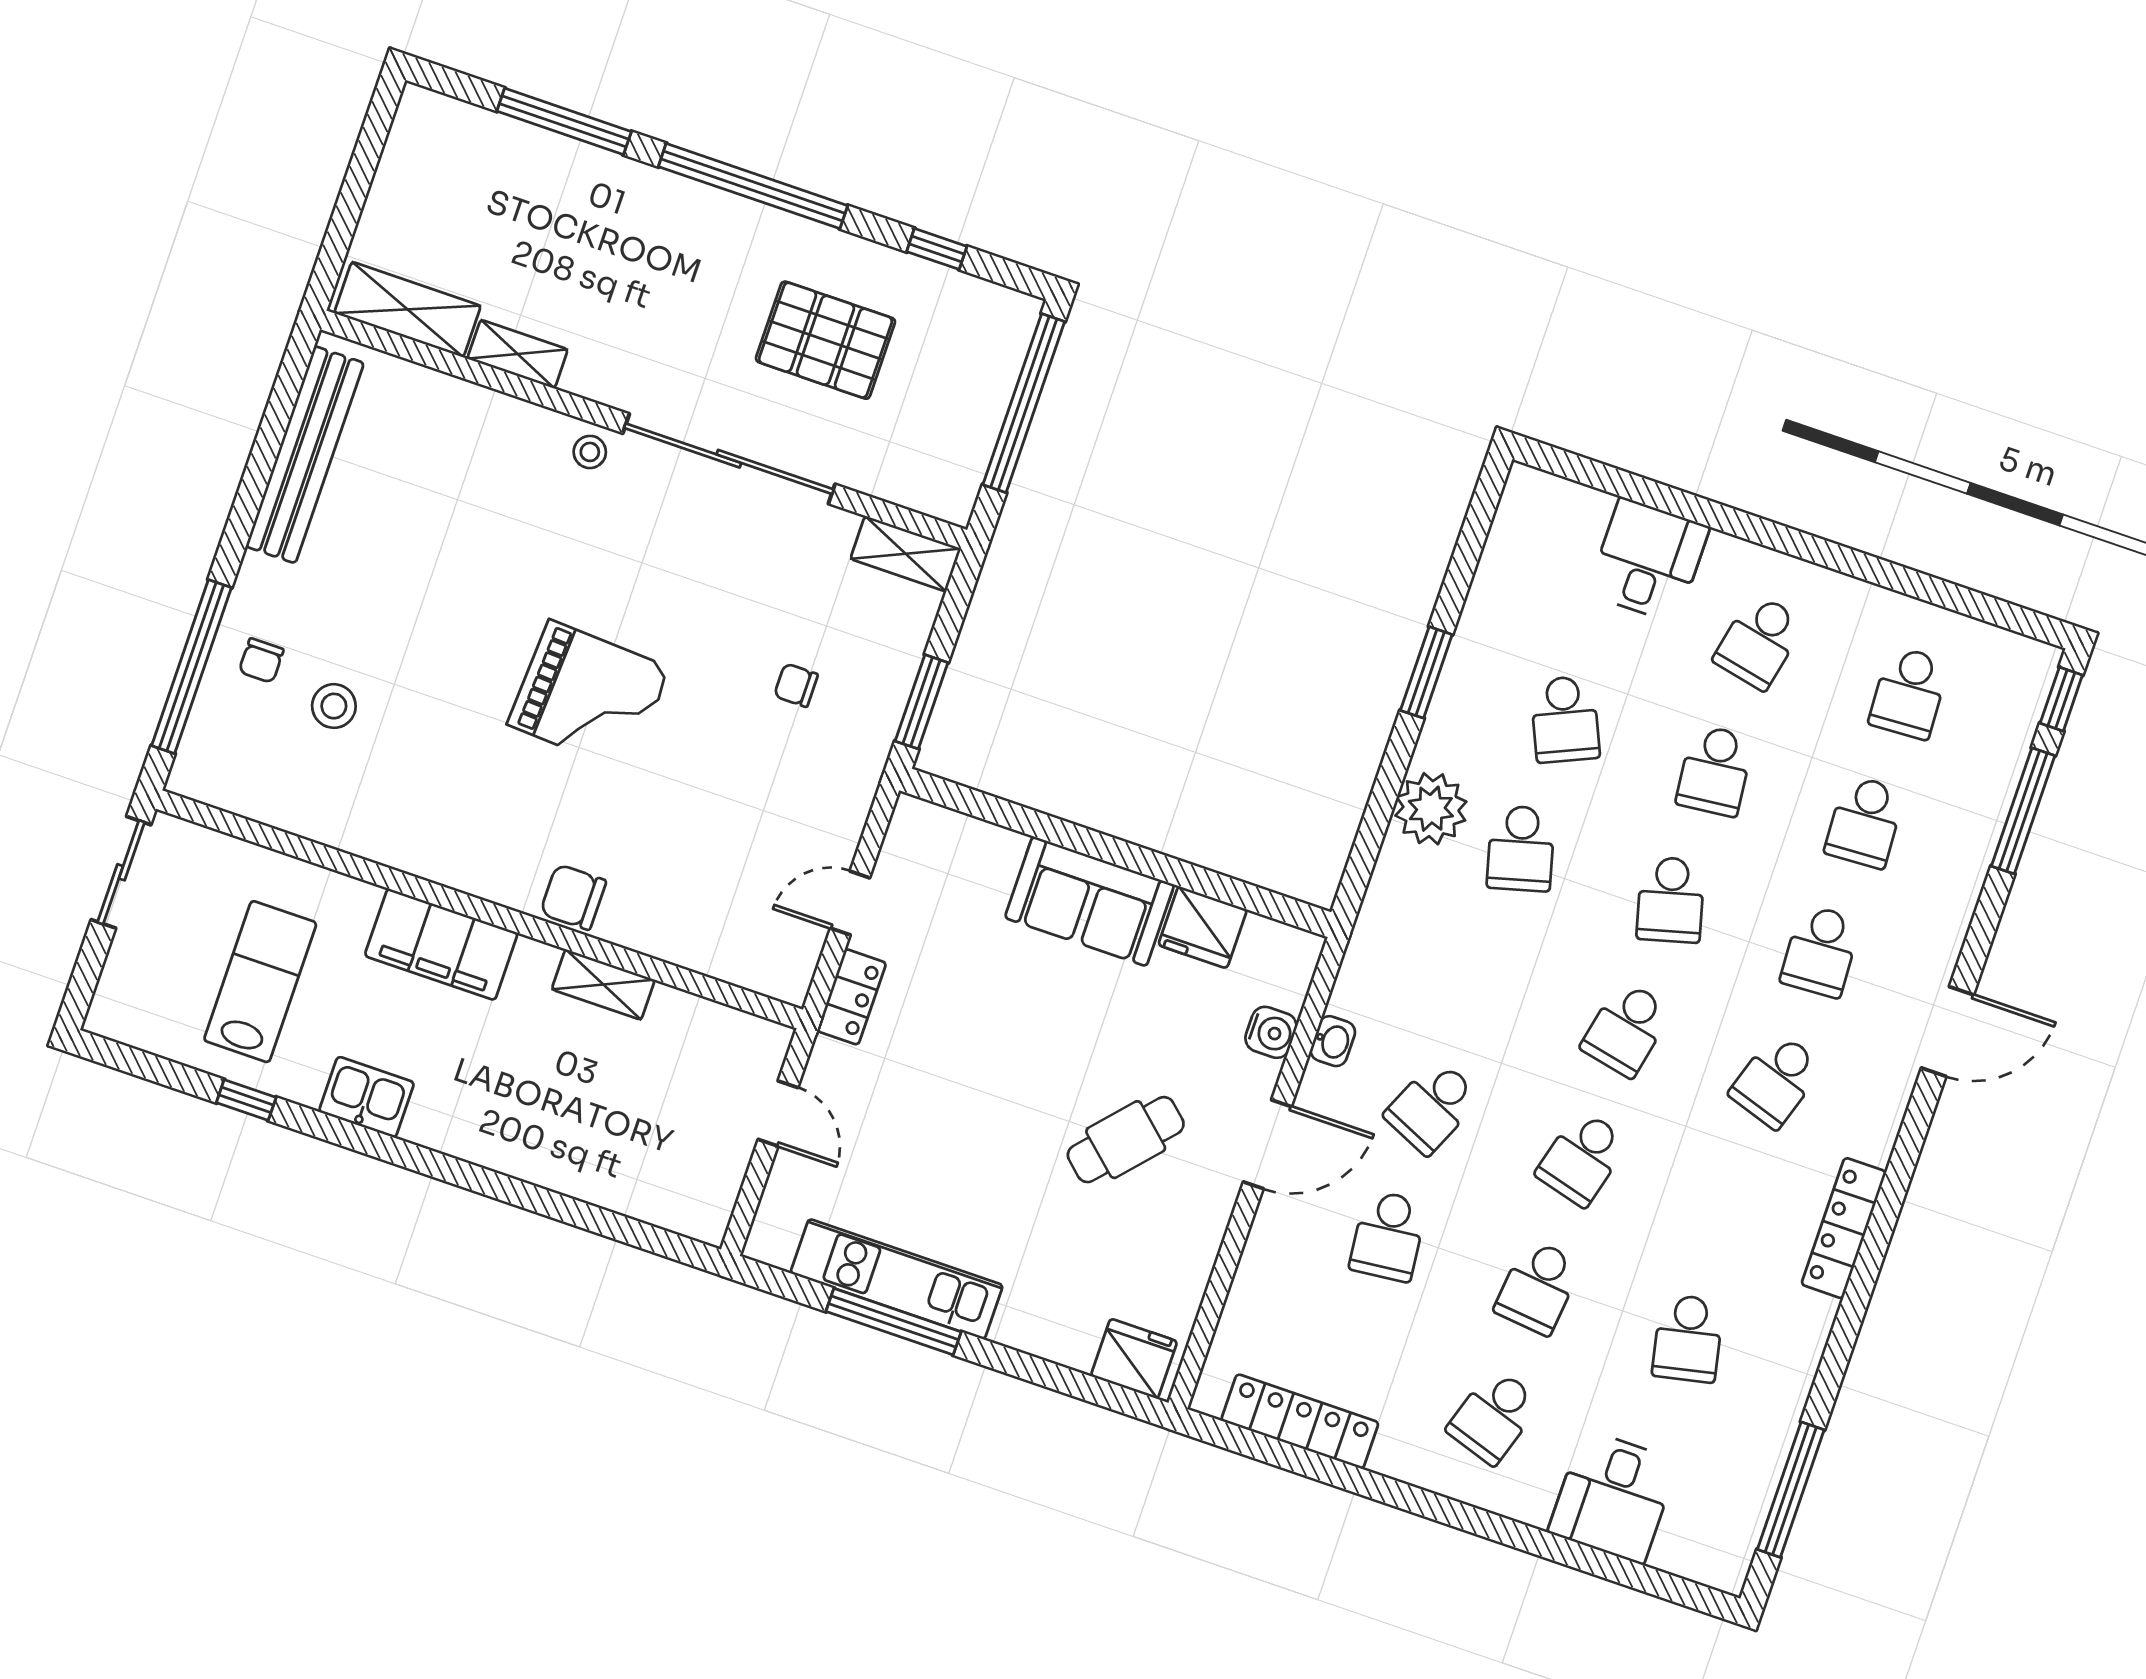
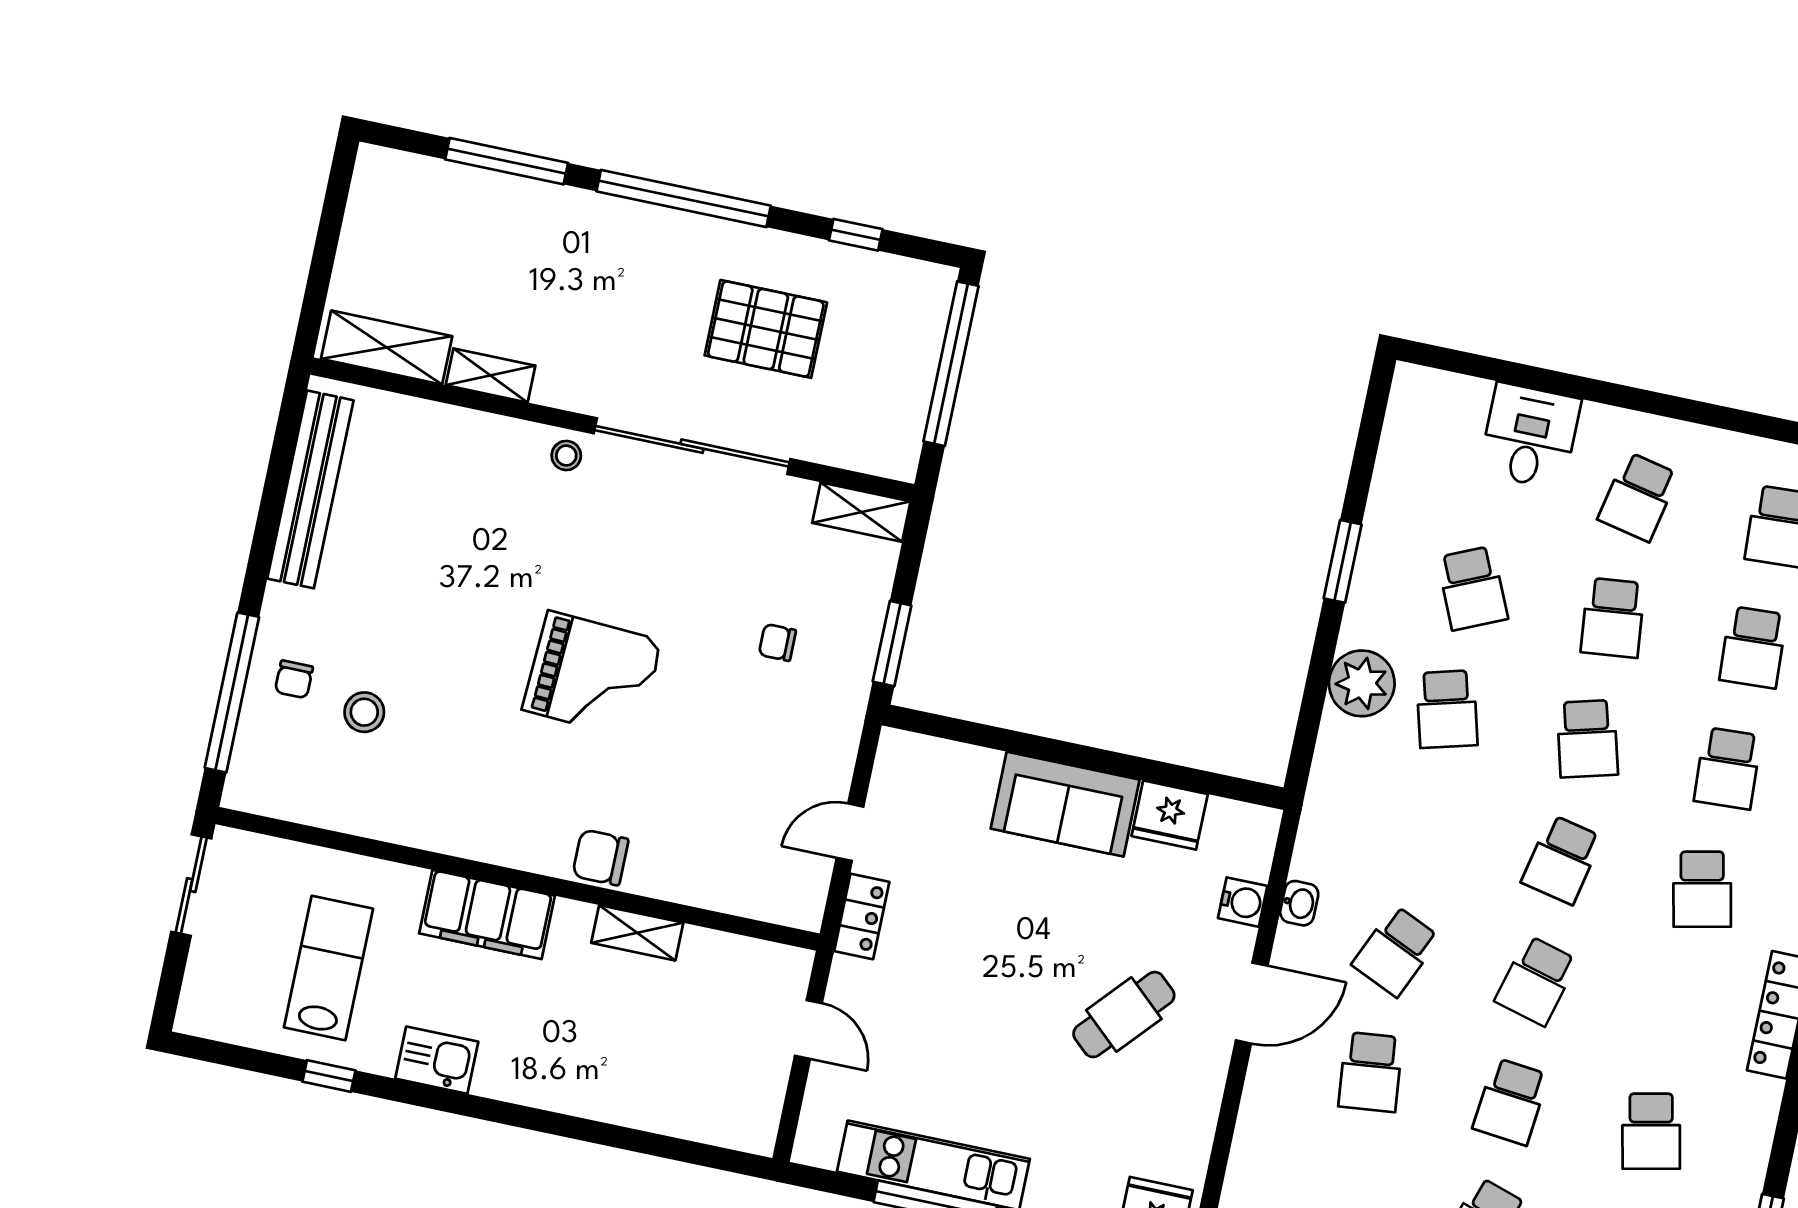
school desk: (1776, 1080) -> (1702, 889), turned -30

